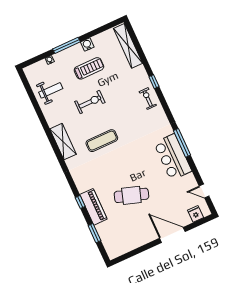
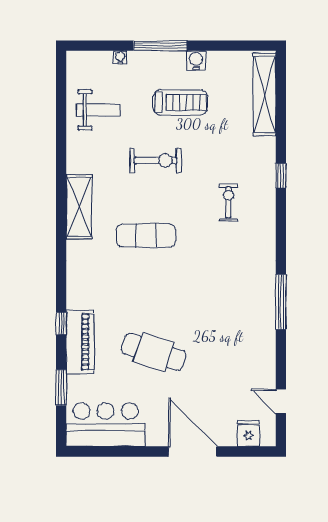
exercise bike: (148, 99) -> (228, 202), moved
bar counter: (173, 157) -> (106, 425), moved, turned 90

